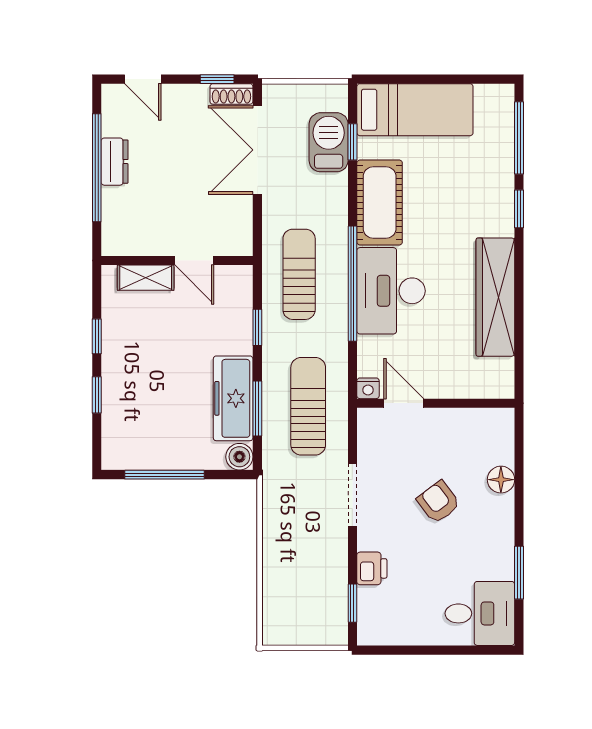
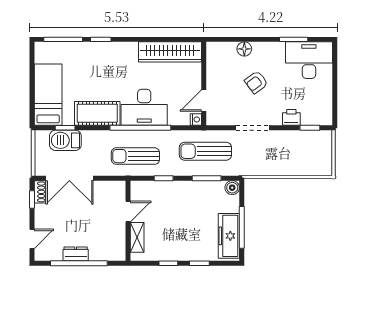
wardrobe: (495, 297) -> (170, 52), moved
freezer: (233, 398) -> (229, 236), moved, turned 90
desk: (480, 613) -> (309, 60), width x1.37

